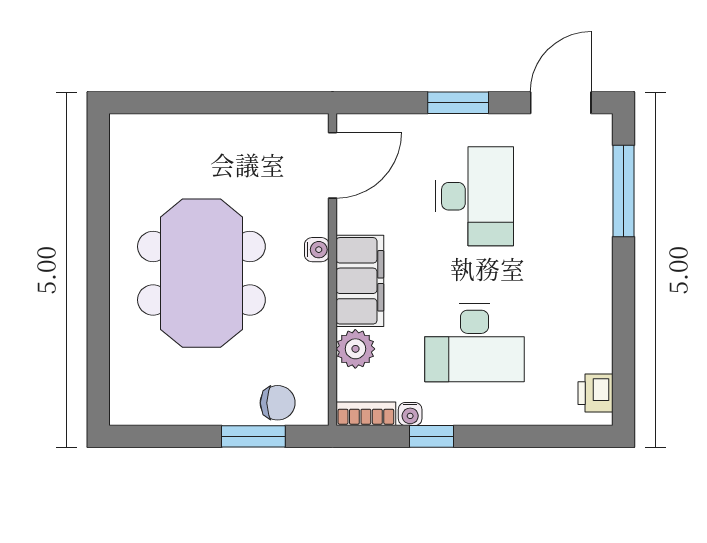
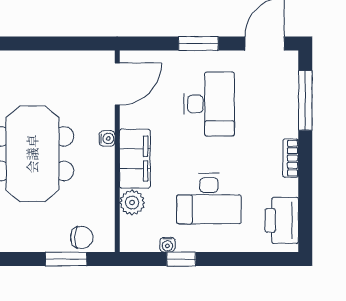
printer: (595, 393) -> (282, 220), width x1.87, depth x1.48
bookcase: (366, 414) -> (291, 158), moved, turned -90

